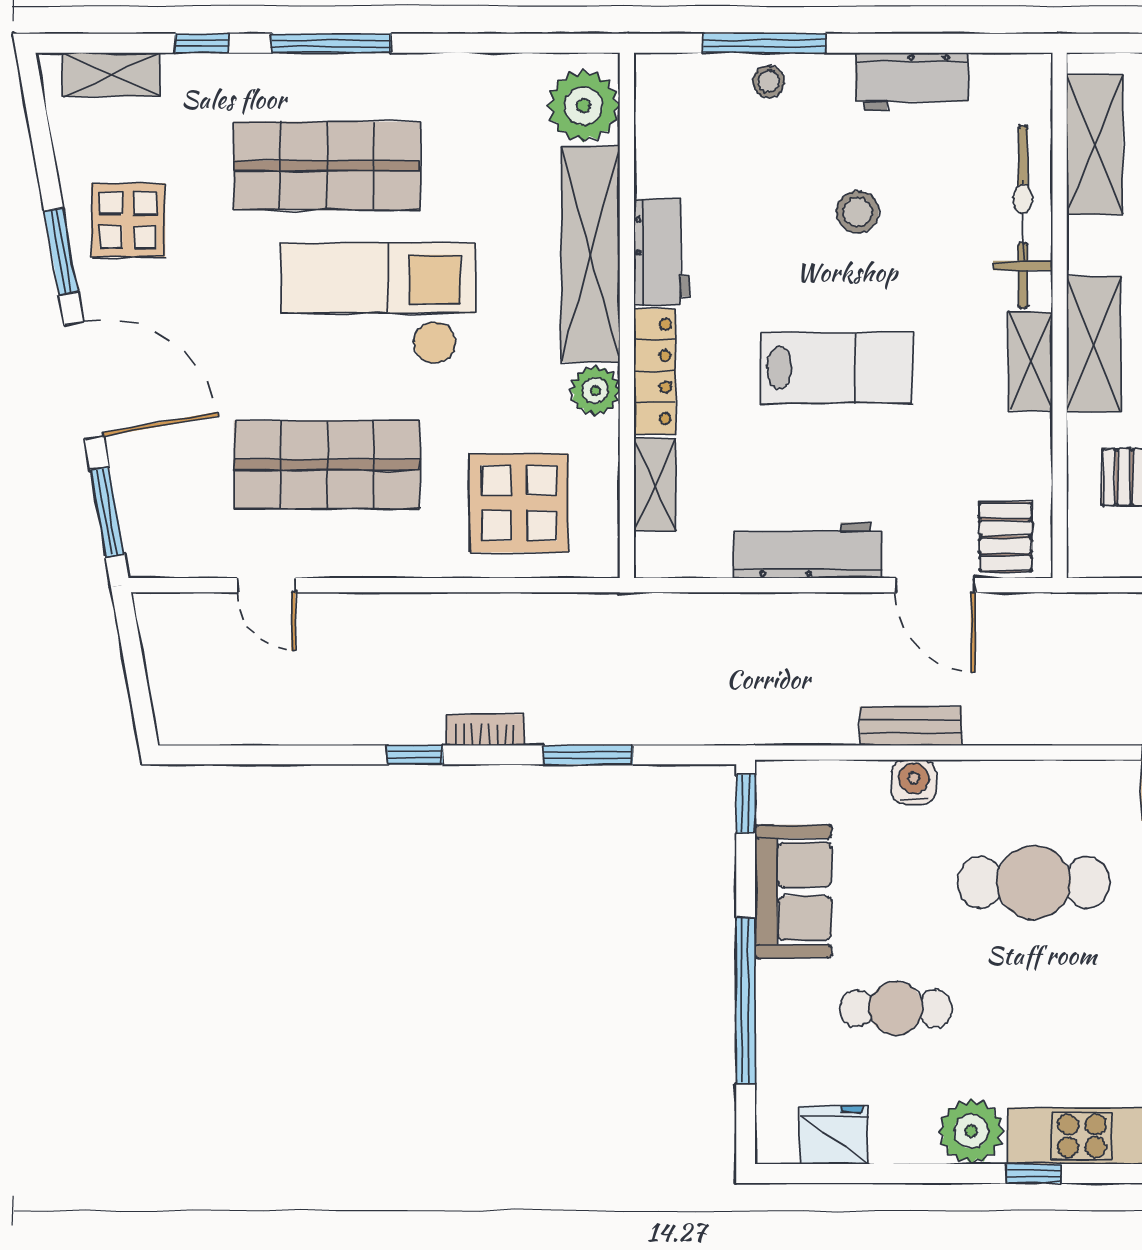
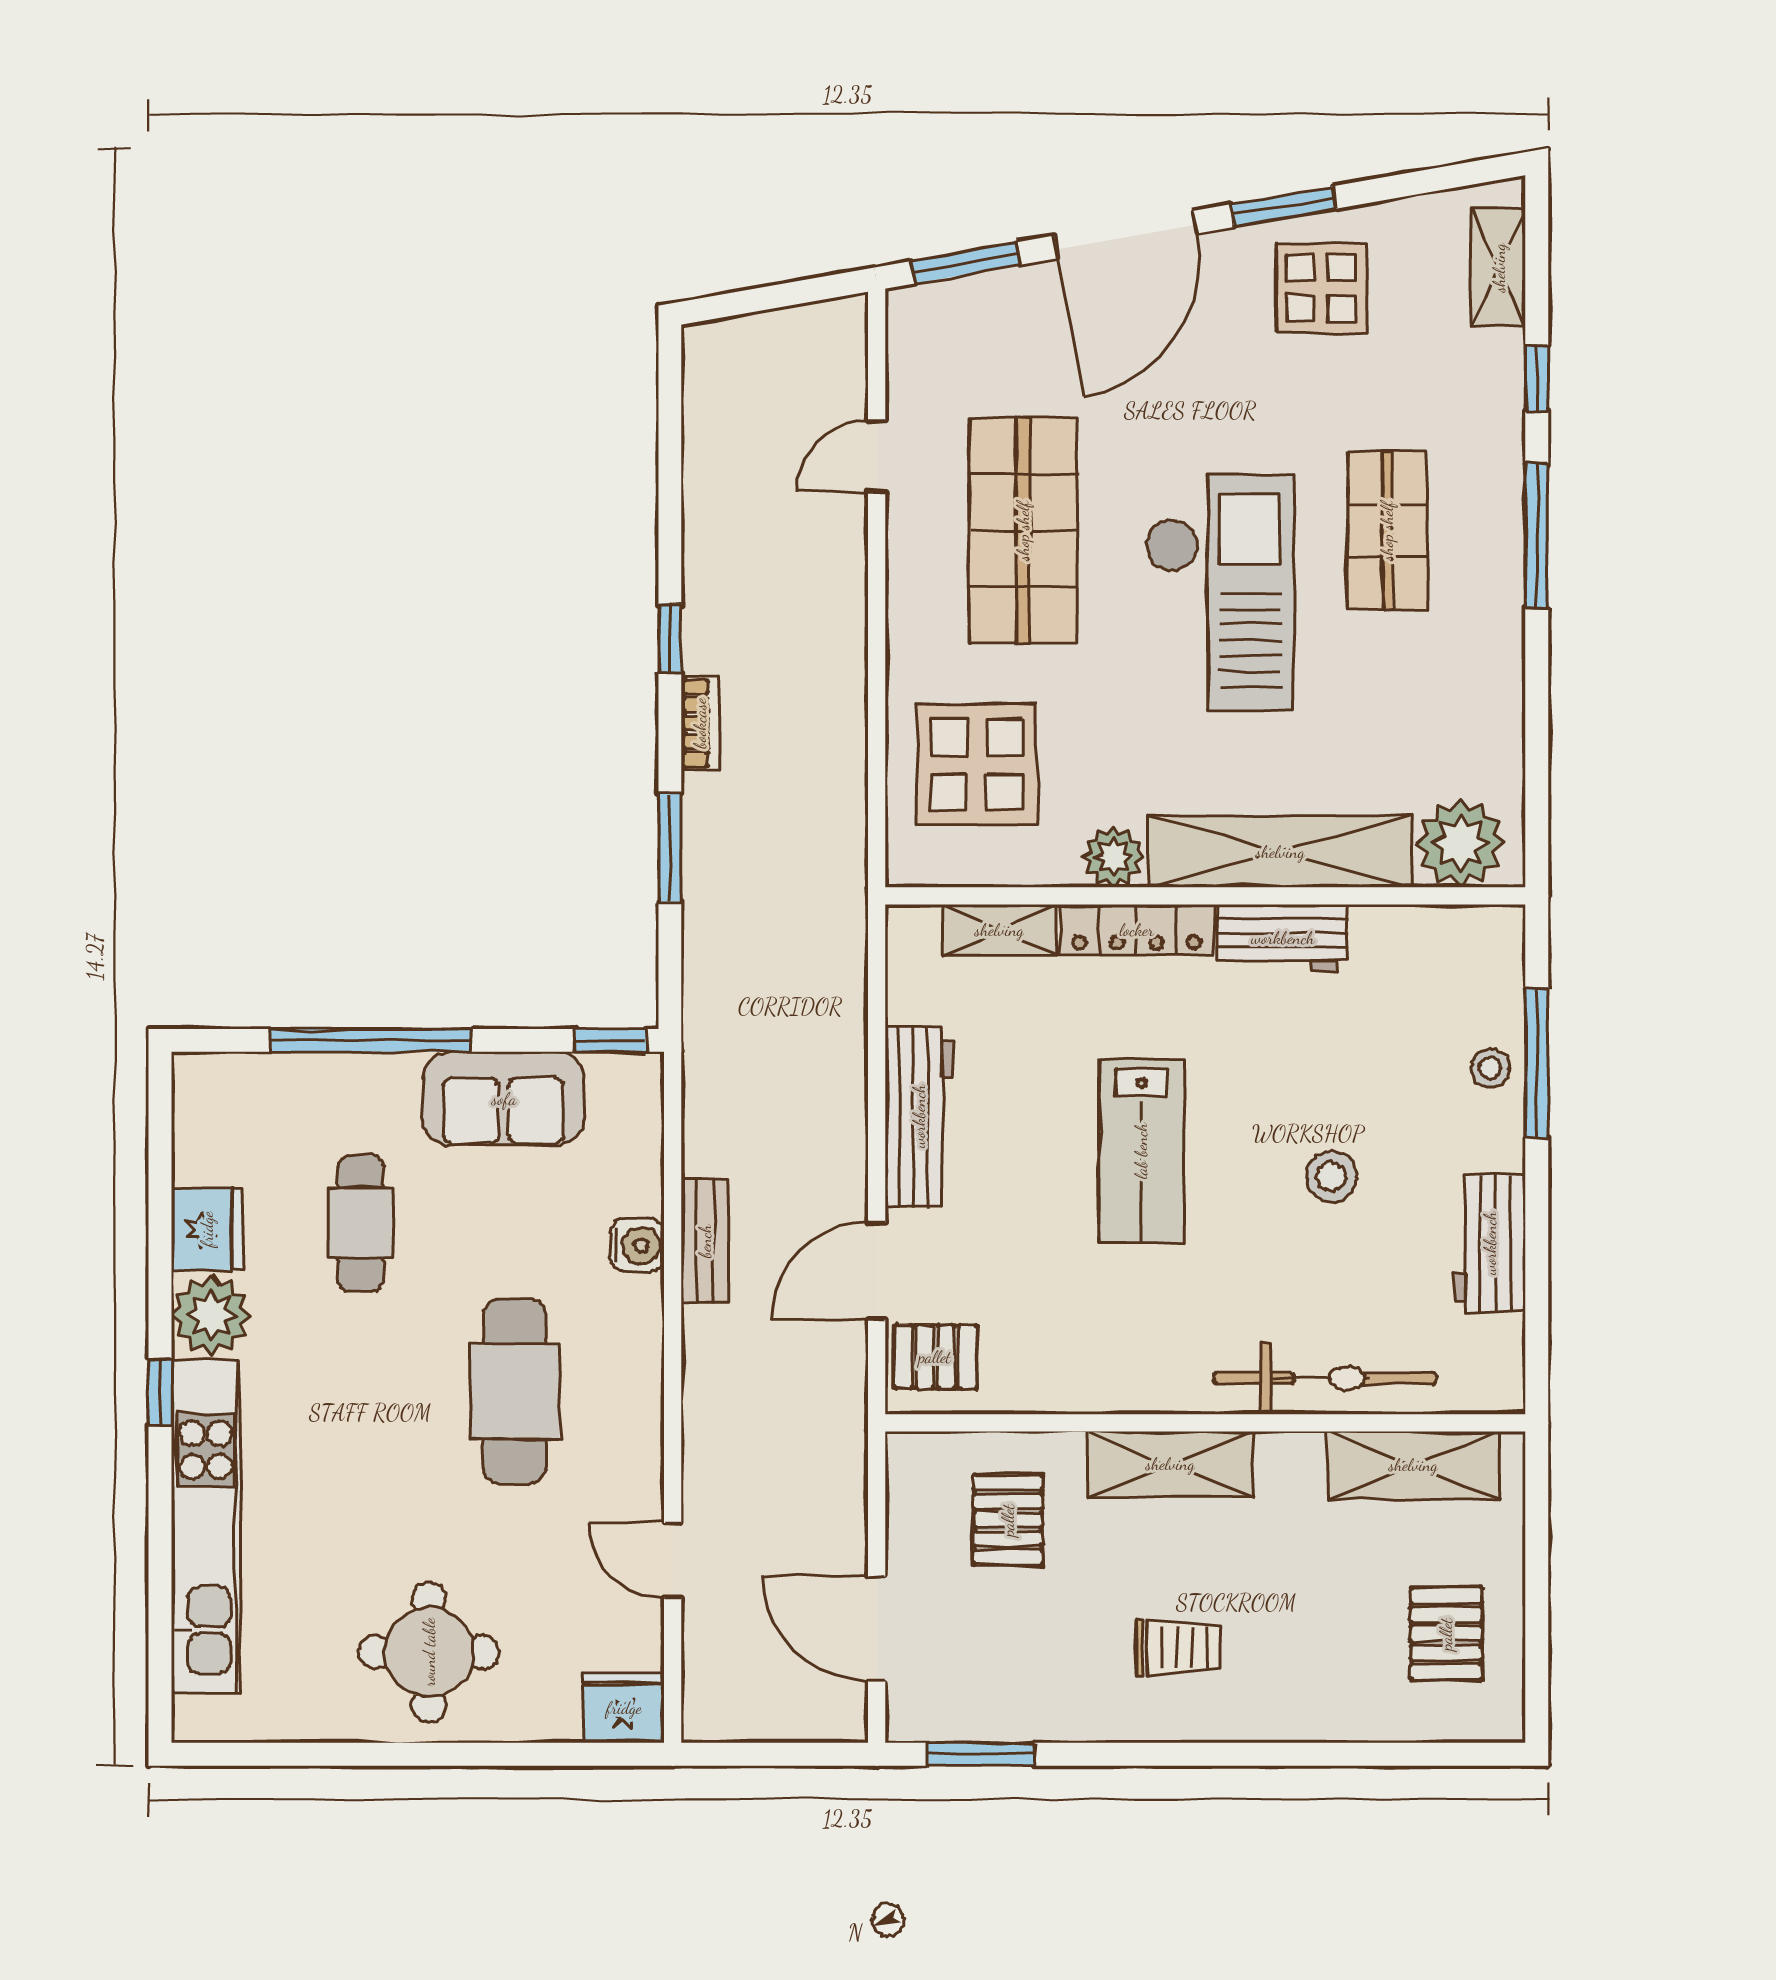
shop shelf: (327, 166) -> (1387, 531), width x0.70, depth x0.74
shelving: (1030, 361) -> (1149, 1387), removed
fridge: (834, 1135) -> (207, 1229), moved

